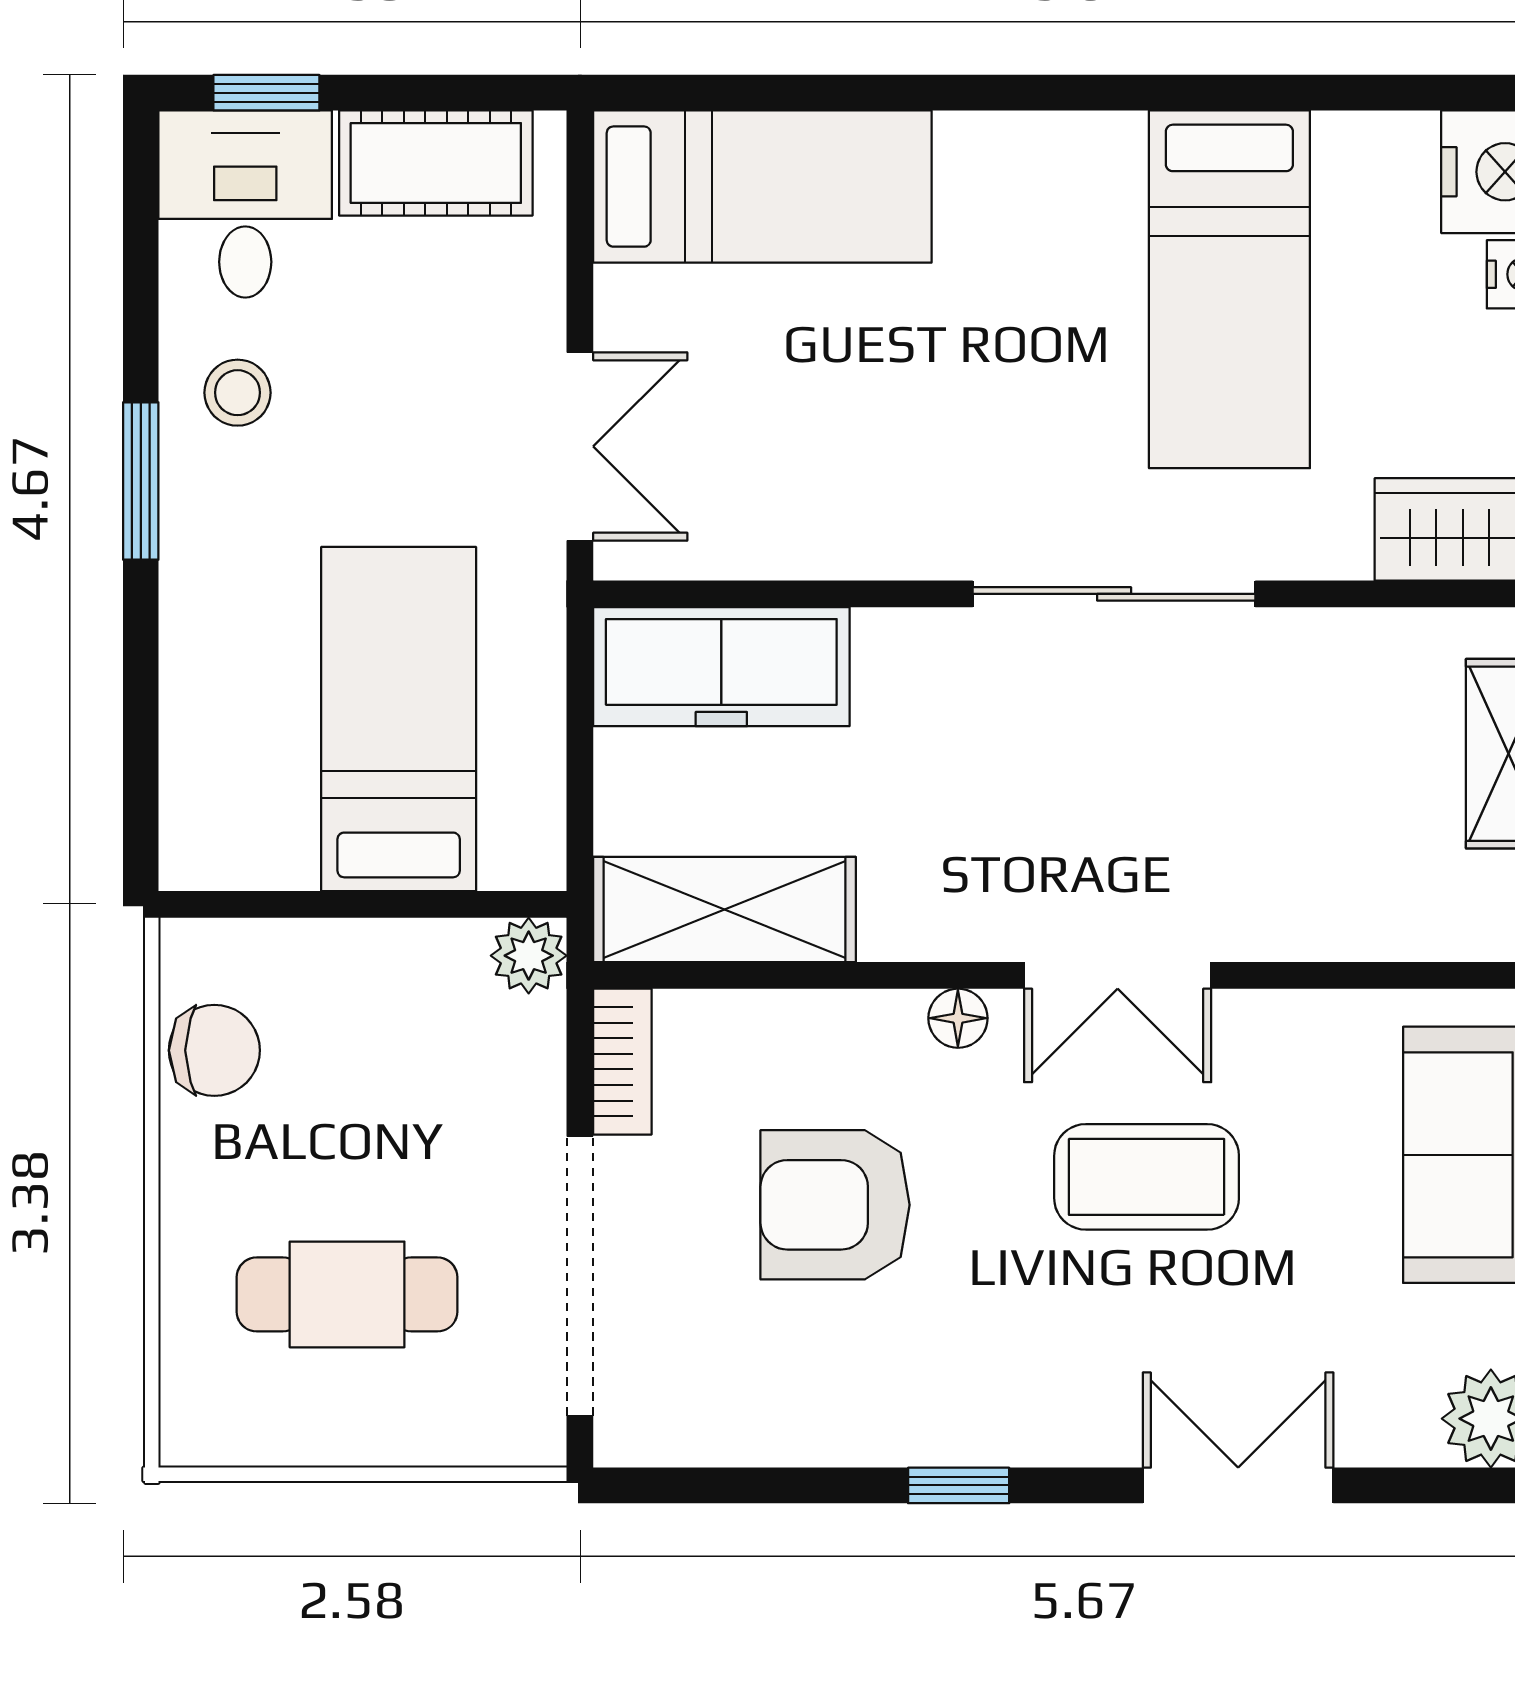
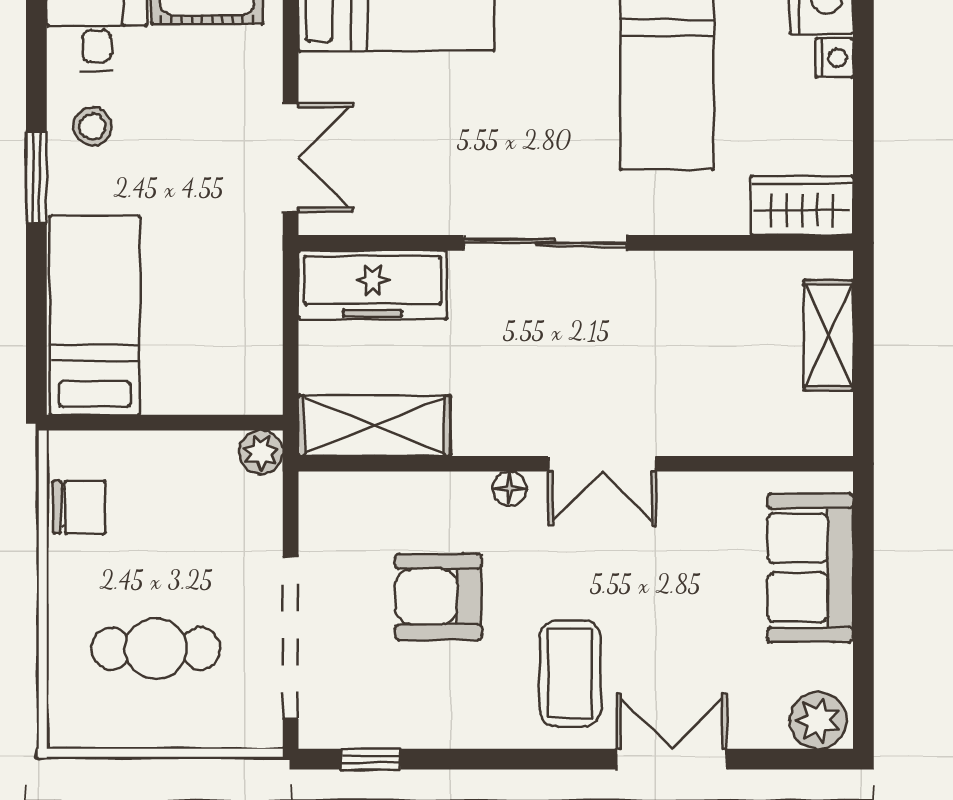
sliding door: (1114, 594) -> (545, 243), moved
bed: (399, 719) -> (95, 315), moved
bookcase: (622, 1062) -> (315, 514), removed
coffee table: (1147, 1177) -> (570, 673), moved, turned 90
window: (959, 1485) -> (371, 759), moved

